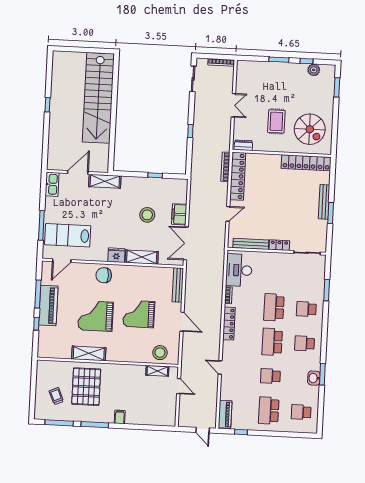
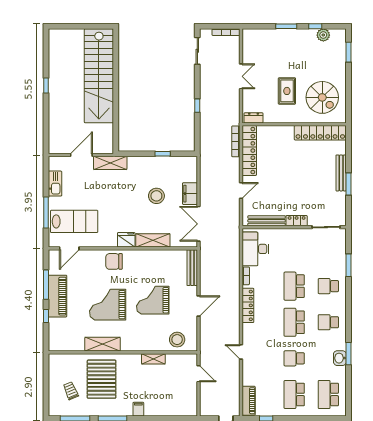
kitchen sink: (52, 184) -> (55, 184), moved
lab bench: (68, 235) -> (74, 221), turned 180
door: (182, 322) -> (198, 306), hinge flipped
shelving: (157, 371) -> (153, 359), moved
school desk: (301, 412) -> (328, 394), width x1.85

